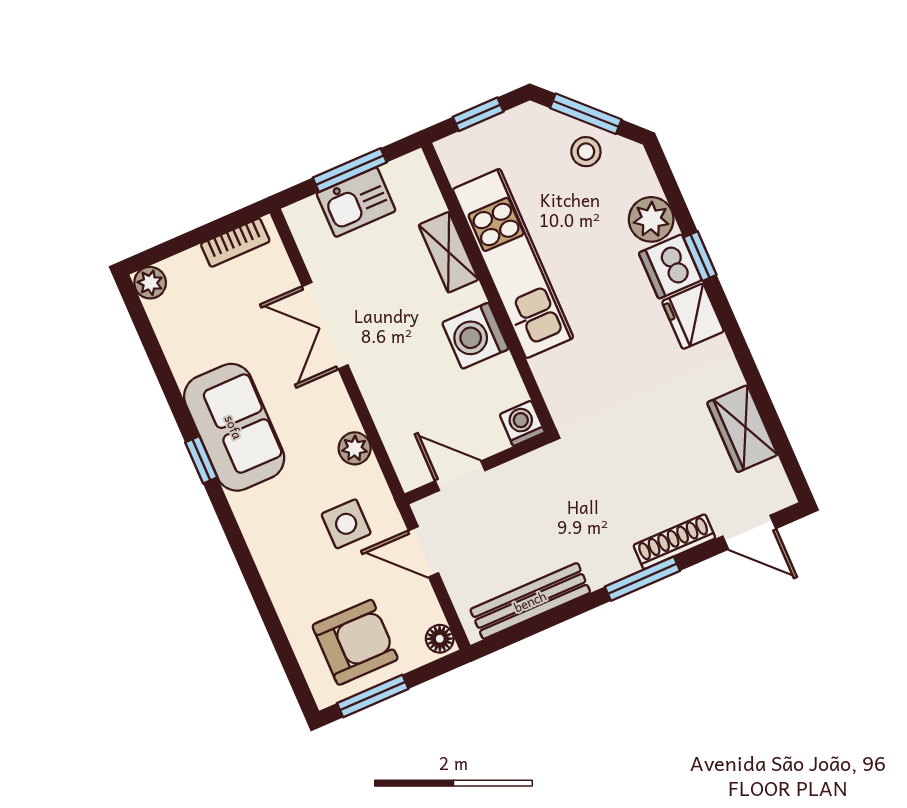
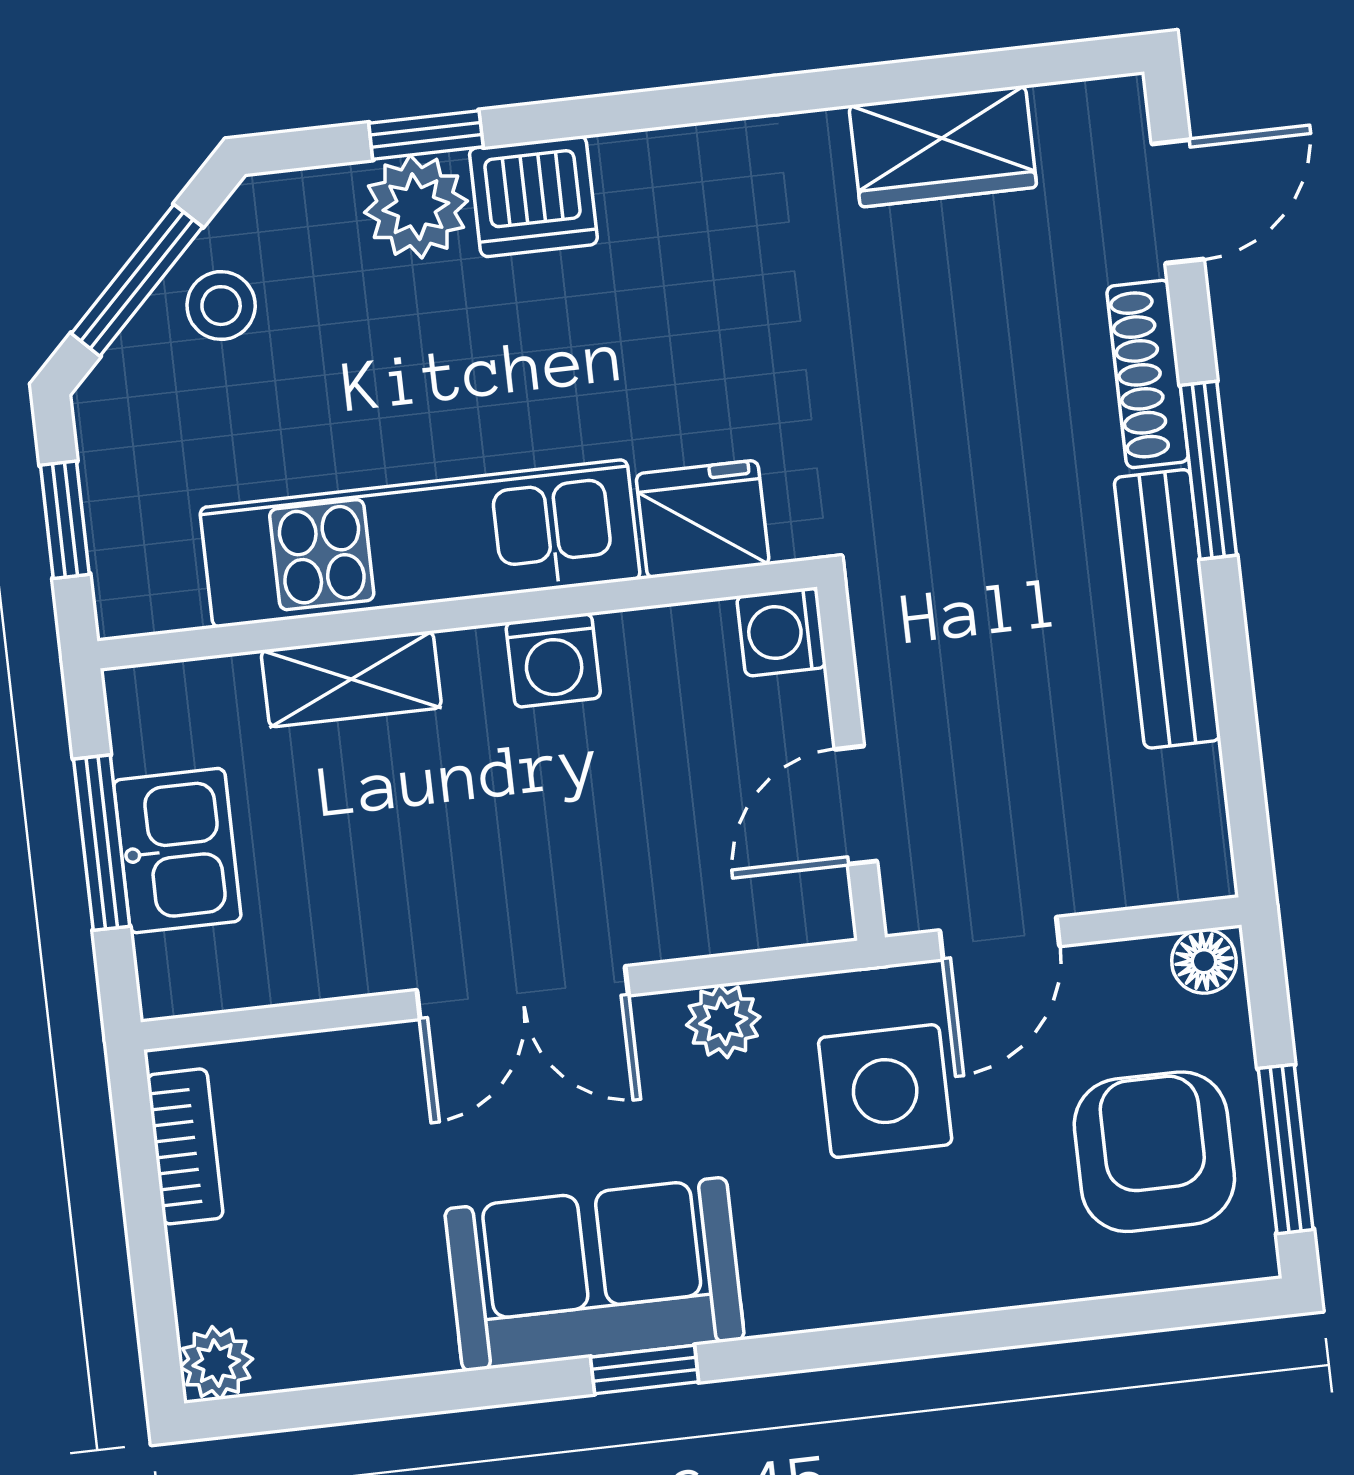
window: (700, 256) -> (426, 135), moved
fridge: (693, 316) -> (703, 519), moved, turned 180
double door: (325, 326) -> (523, 993), moved
washing machine: (475, 336) -> (553, 660), width x0.73, depth x0.73
side table: (346, 524) -> (885, 1091), width x1.37, depth x1.37
bench: (530, 601) -> (1167, 609), moved

